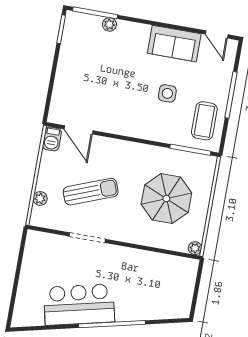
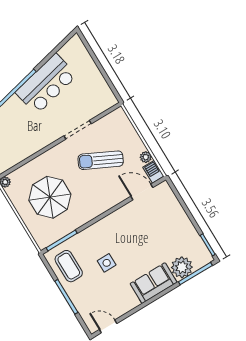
plant: (109, 24) -> (182, 267), width x1.88, depth x1.88
sofa: (174, 44) -> (154, 283), moved
sun lounger: (91, 192) -> (101, 160), turned 47
plant: (40, 199) -> (146, 157), moved

